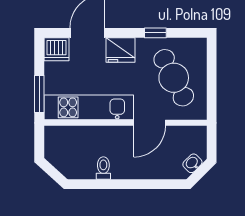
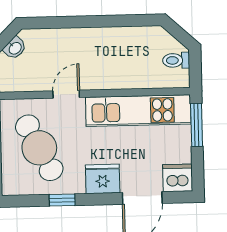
door: (150, 123) -> (66, 94), width x0.73
toilet: (103, 168) -> (176, 60), moved, turned 90

